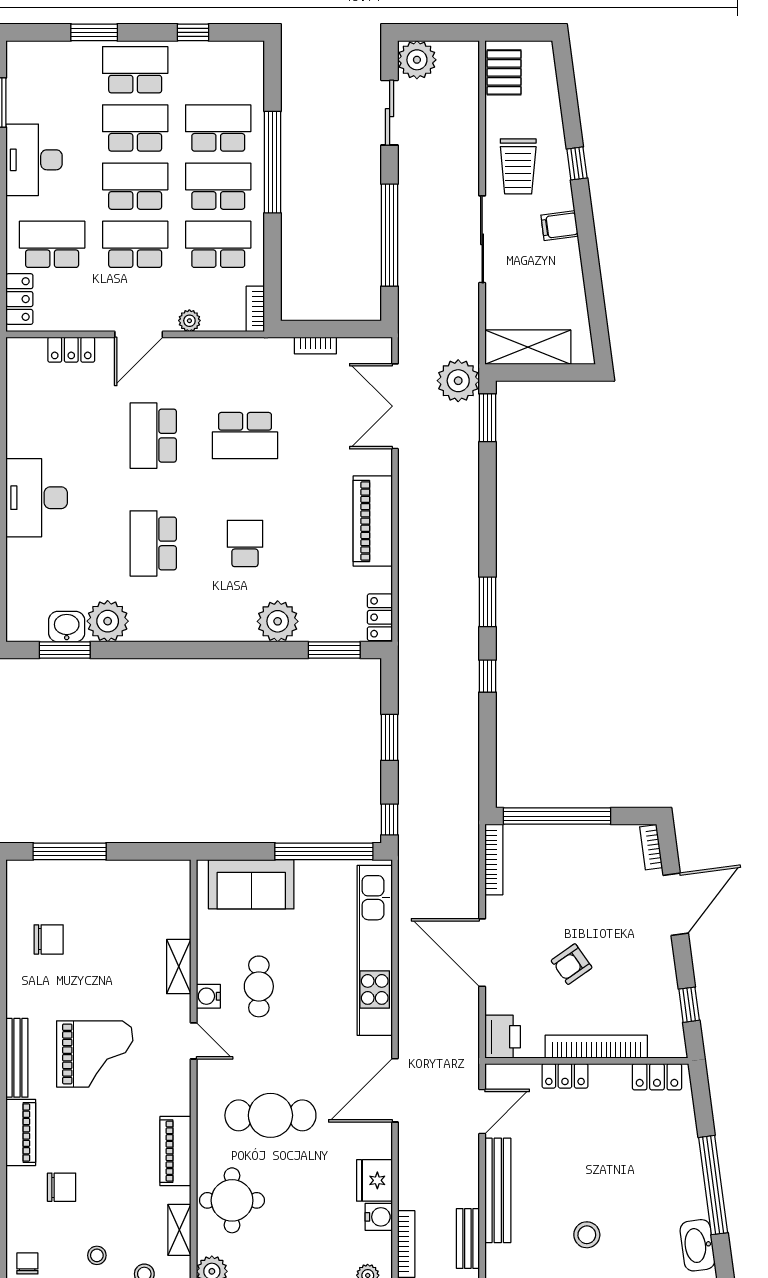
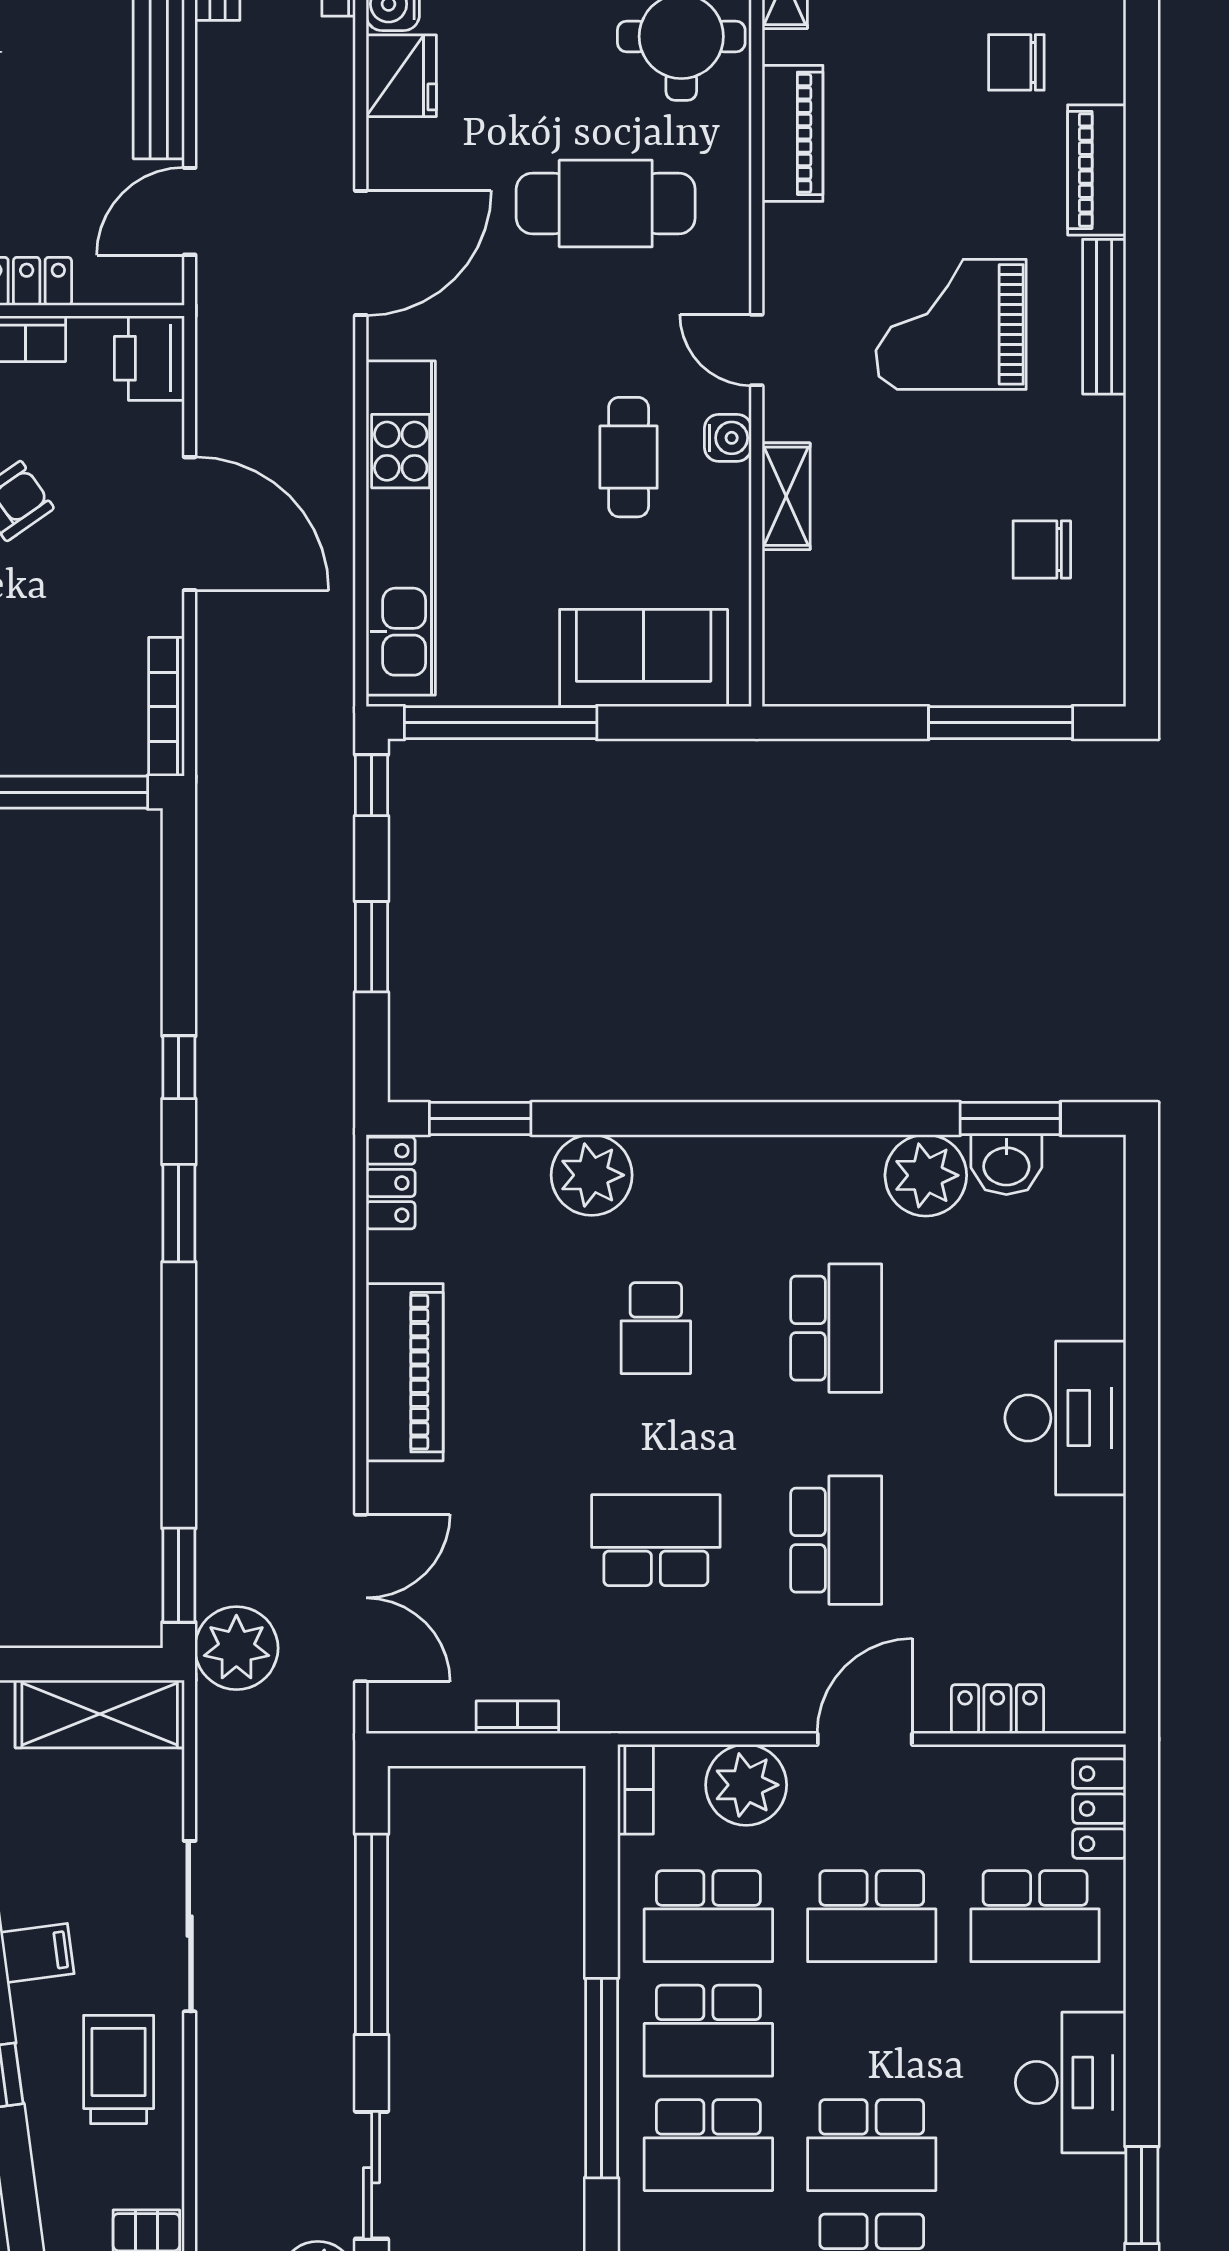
school desk: (135, 186) -> (872, 2031), removed
plant: (189, 321) -> (746, 1785), width x1.87, depth x1.87

